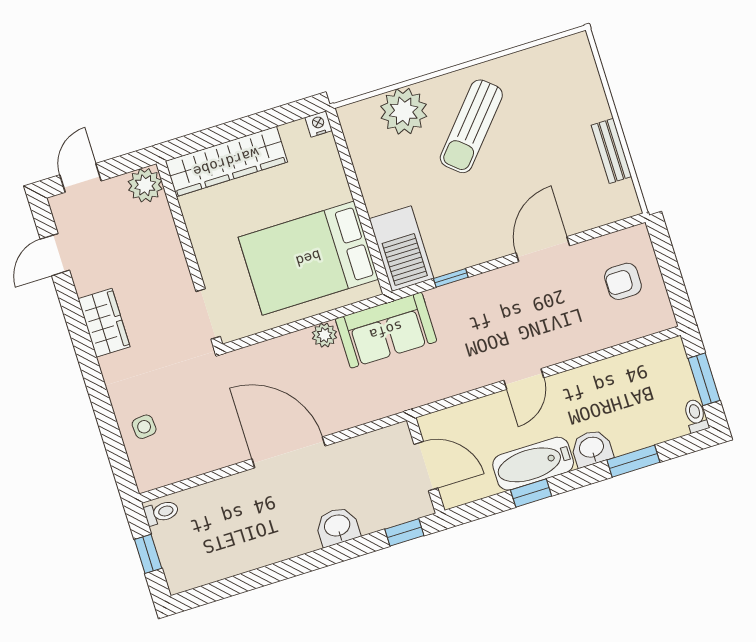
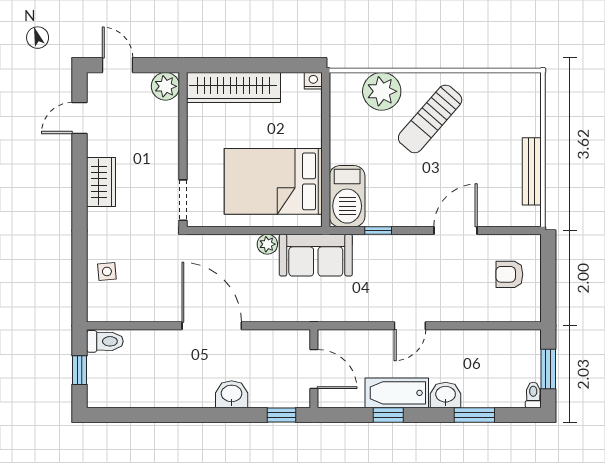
bench: (611, 151) -> (532, 171), width x1.36
door: (81, 178) -> (118, 65), hinge flipped
toilet: (161, 512) -> (105, 341), width x1.37, depth x1.39

